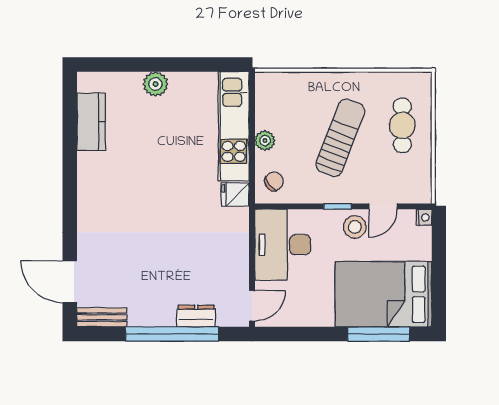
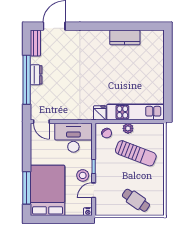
plant: (155, 84) -> (158, 71), removed
kitchen counter: (91, 122) -> (125, 37), moved
cafe table: (402, 125) -> (136, 200), turned 35
sun lounger: (340, 138) -> (136, 153), moved
door: (383, 206) -> (94, 190), hinge flipped
dresser: (196, 316) -> (36, 75), moved

